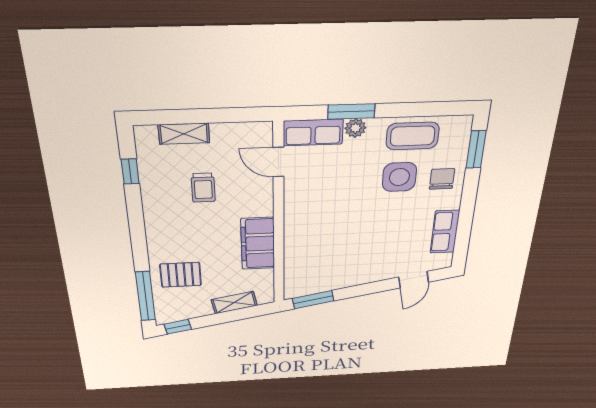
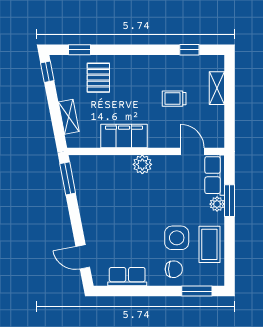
door: (278, 162) -> (192, 151), hinge flipped
plant: (296, 221) -> (142, 164), added
window: (145, 296) -> (79, 50), width x0.46

